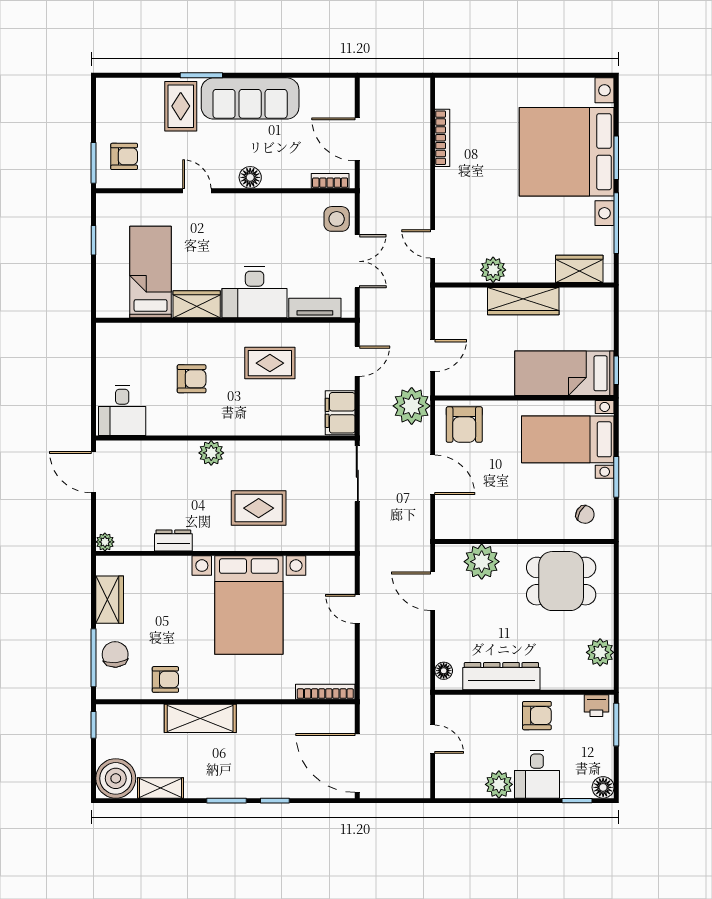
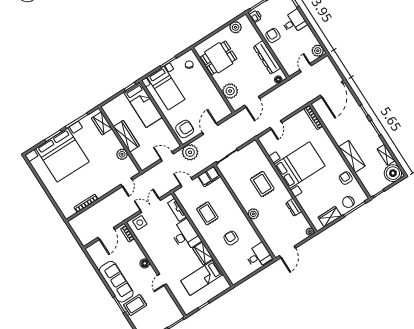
armchair: (124, 156) -> (166, 314), removed
dining table: (561, 581) -> (219, 58), turned 90
plant: (499, 784) -> (318, 51), moved

